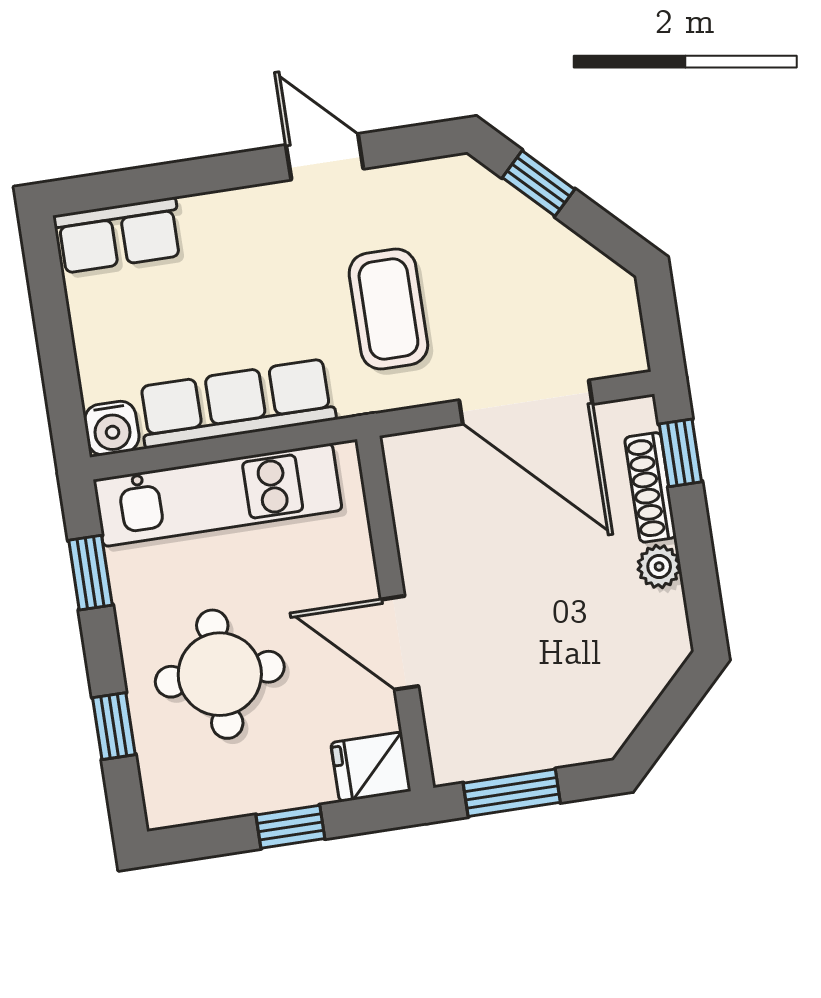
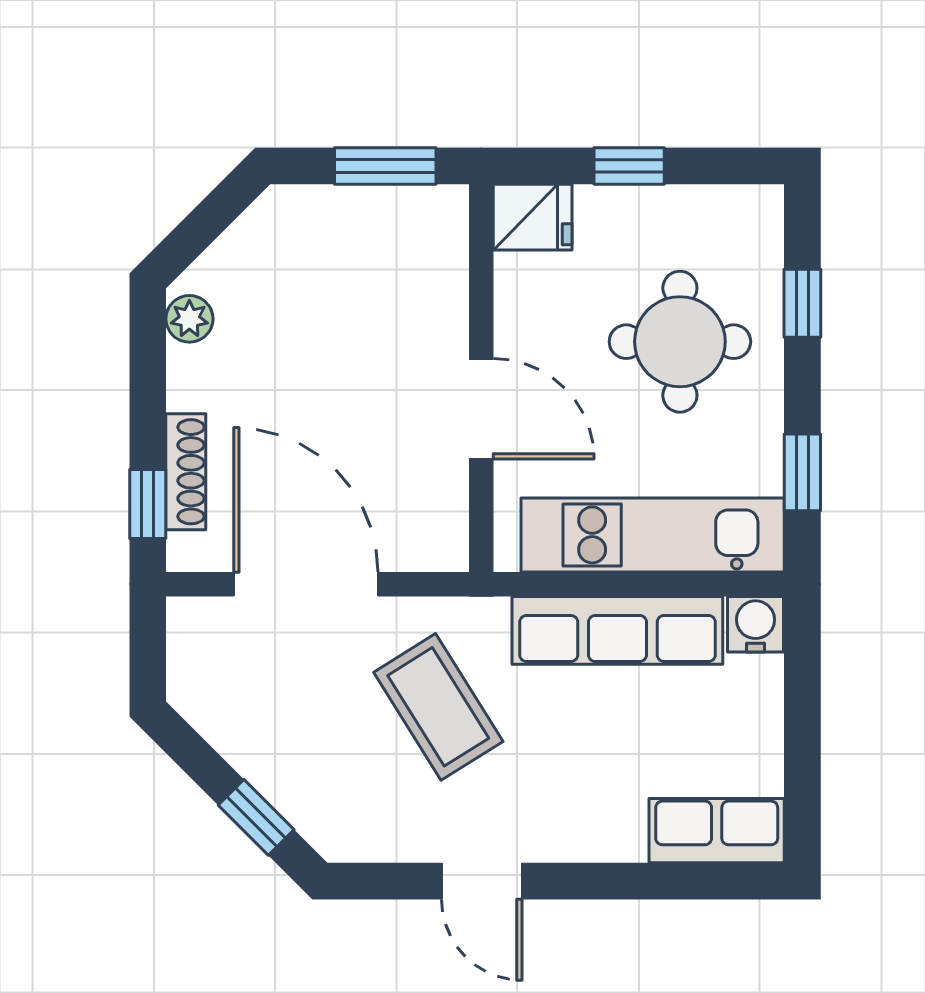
coffee table: (388, 309) -> (438, 707), turned -32
plant: (659, 566) -> (189, 319), moved
door: (400, 643) -> (481, 409), moved

